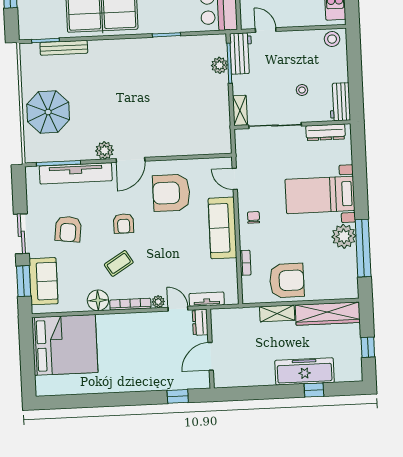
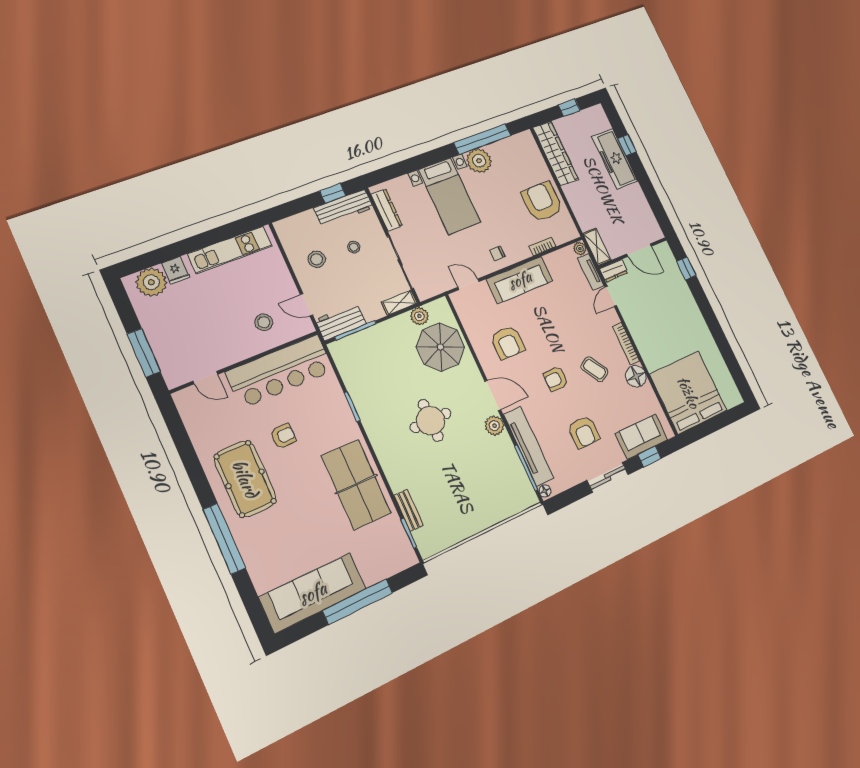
door: (266, 30) -> (306, 305), hinge flipped
stool: (332, 39) -> (317, 259), moved
bench: (64, 48) -> (409, 510), width x0.73
plant: (219, 65) -> (419, 316), moved
window: (356, 90) -> (333, 193), added
round table: (130, 97) -> (431, 421), added
workbench: (340, 102) -> (343, 208), width x1.38
parasol: (48, 112) -> (441, 347), moved
floor lamp: (33, 172) -> (545, 491), added
door: (235, 179) -> (468, 284), swing flipped
armchair: (171, 193) -> (507, 342), width x0.73, depth x0.73
armchair: (124, 223) -> (556, 379), turned 180
armchair: (68, 229) -> (584, 432), turned 83
window: (24, 281) -> (650, 457), width x0.67
plant: (158, 302) -> (580, 248), moved
shelving: (277, 313) -> (597, 247), moved

